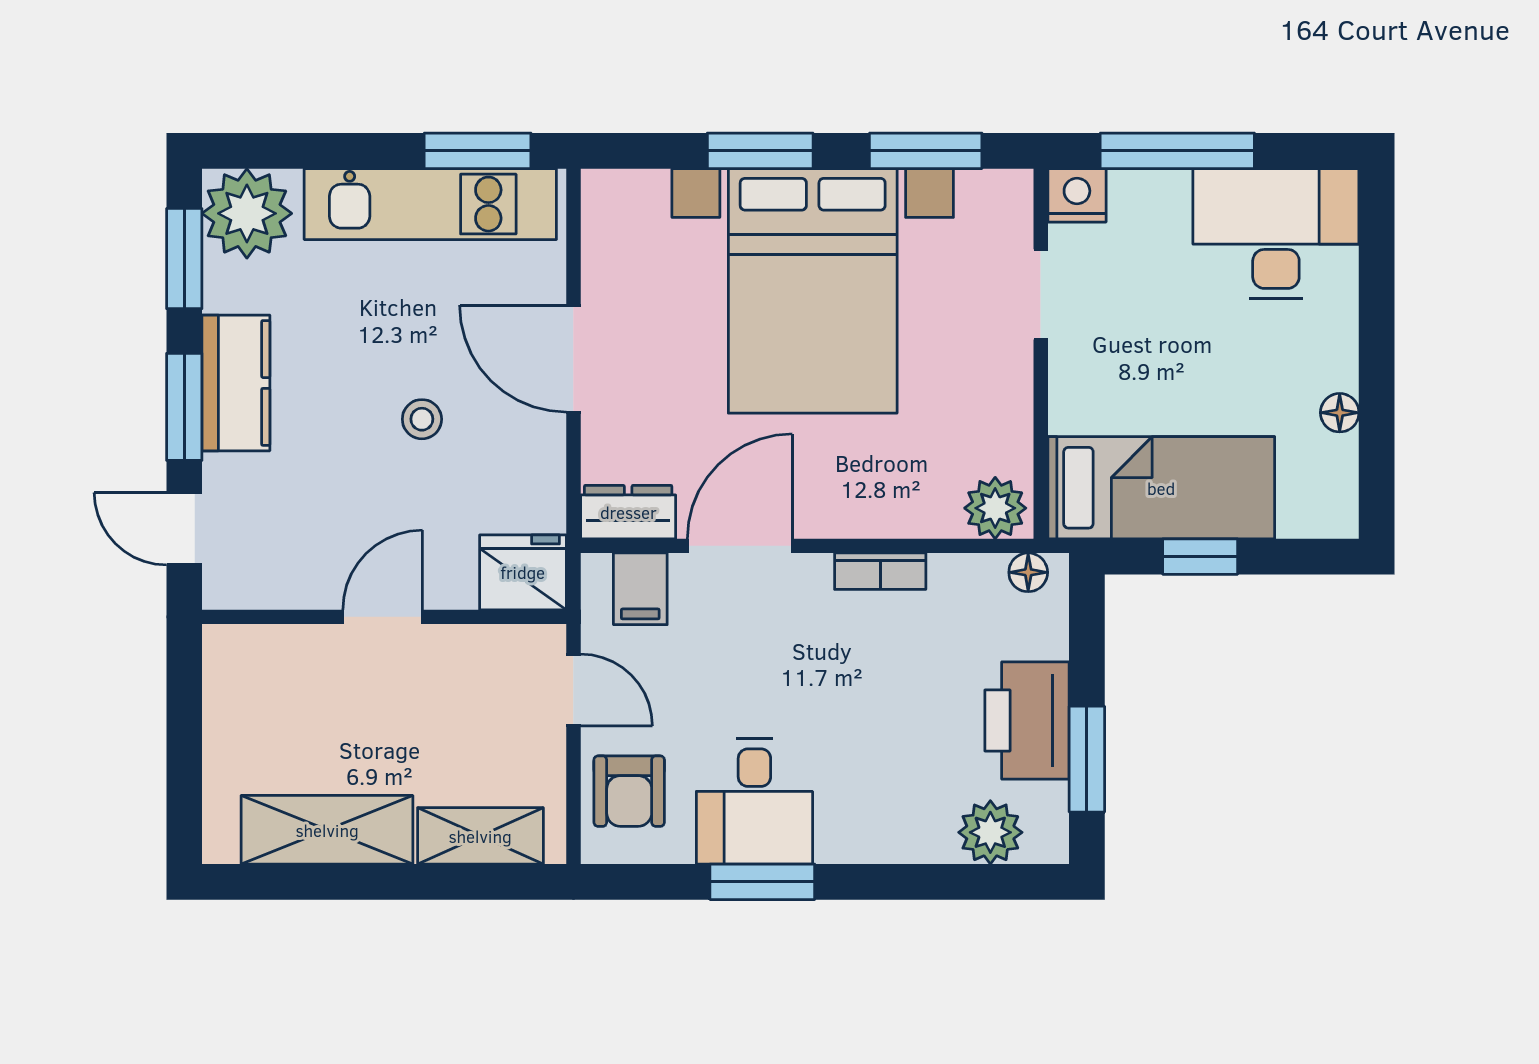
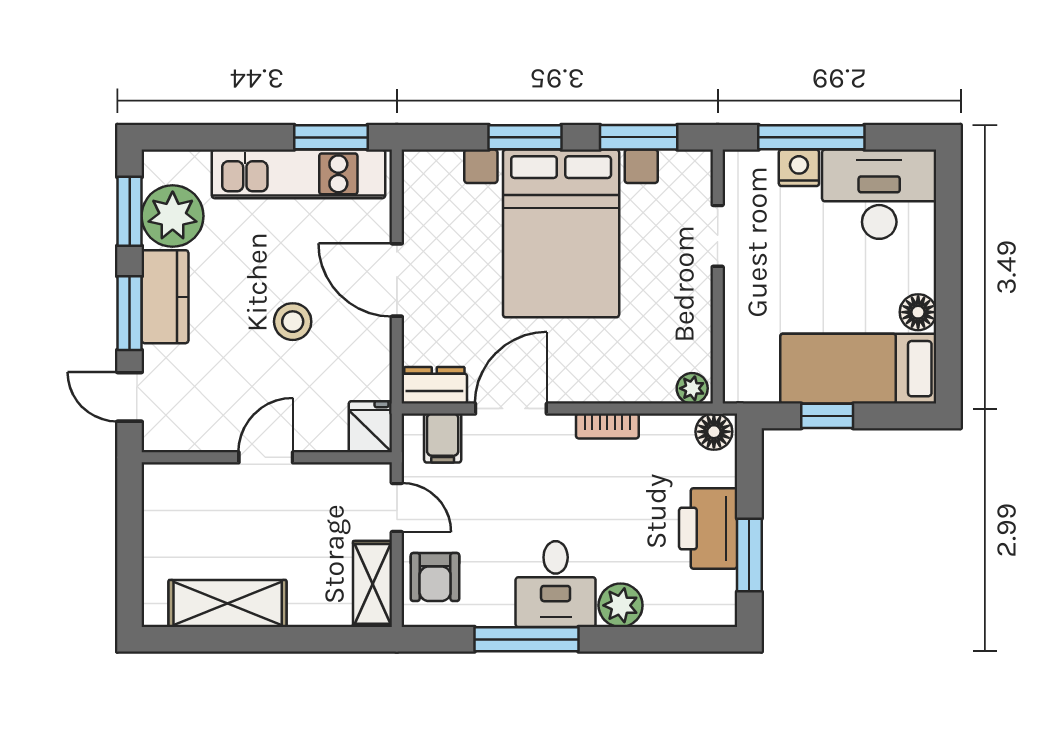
nightstand: (1077, 195) -> (799, 168), moved
plant: (247, 213) -> (173, 216), moved
floor lamp: (1340, 413) -> (918, 312), width x1.37, depth x1.37
stool: (422, 419) -> (293, 322), width x1.37, depth x1.37
bed: (1161, 488) -> (858, 369), moved, turned 180
plant: (995, 508) -> (692, 388), width x0.73, depth x0.73
fridge: (523, 572) -> (370, 427), width x0.72
floor lamp: (1028, 572) -> (714, 432), width x1.37, depth x1.37
desk: (754, 801) -> (556, 584), moved
plant: (990, 832) -> (621, 605), moved
shelving: (480, 836) -> (372, 584), moved, turned 90
window: (762, 882) -> (526, 639), width x1.44

